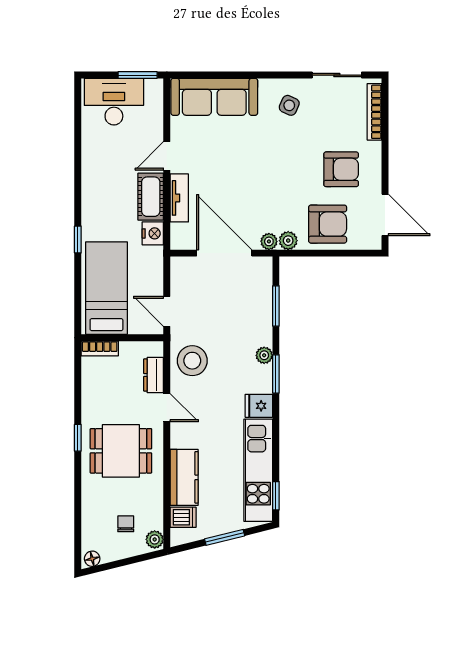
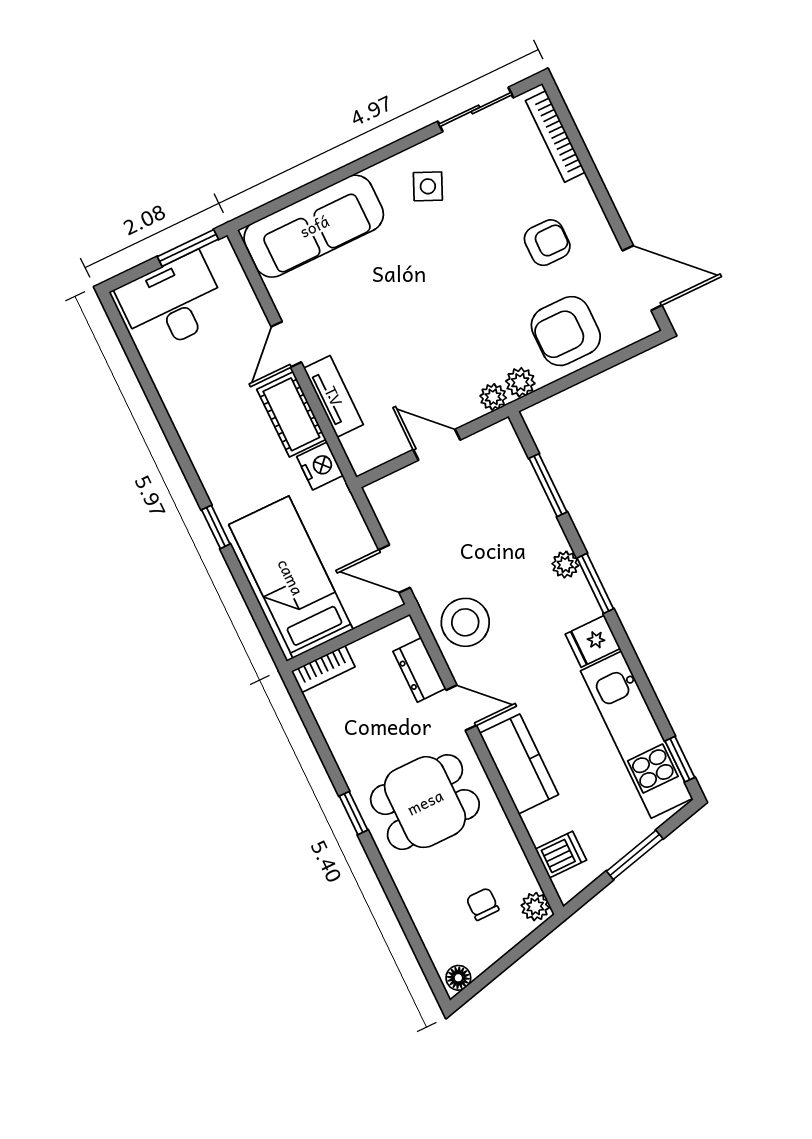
armchair: (341, 169) -> (547, 243), width x0.72, depth x0.72
armchair: (328, 224) -> (566, 331), turned 180
door: (224, 253) -> (437, 445), width x0.53
kitchen counter: (184, 477) -> (519, 764), moved

